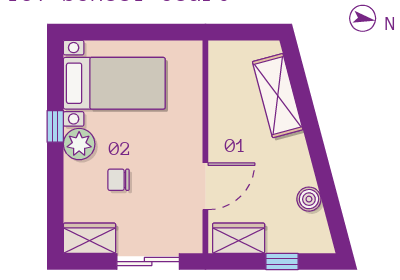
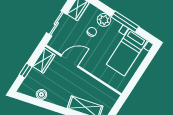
window: (55, 126) -> (125, 22), width x2.17
plant: (79, 144) -> (104, 20), moved
door: (205, 186) -> (70, 61), swing flipped

